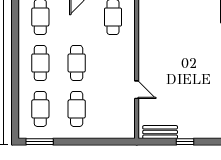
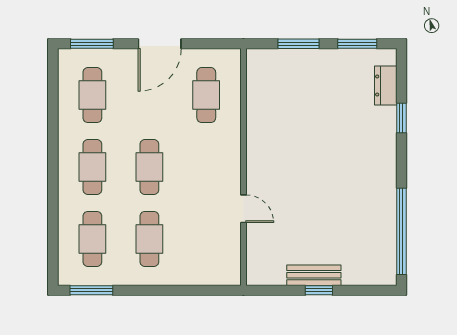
bench: (160, 132) -> (314, 275), moved

